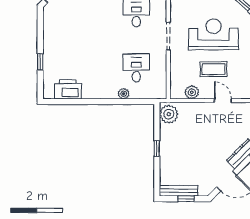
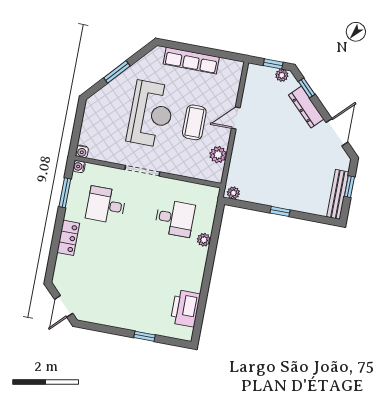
reception desk: (214, 34) -> (151, 114), turned 180
desk: (136, 68) -> (175, 218), turned 180
plant: (169, 114) -> (233, 193), width x0.53, depth x0.53

